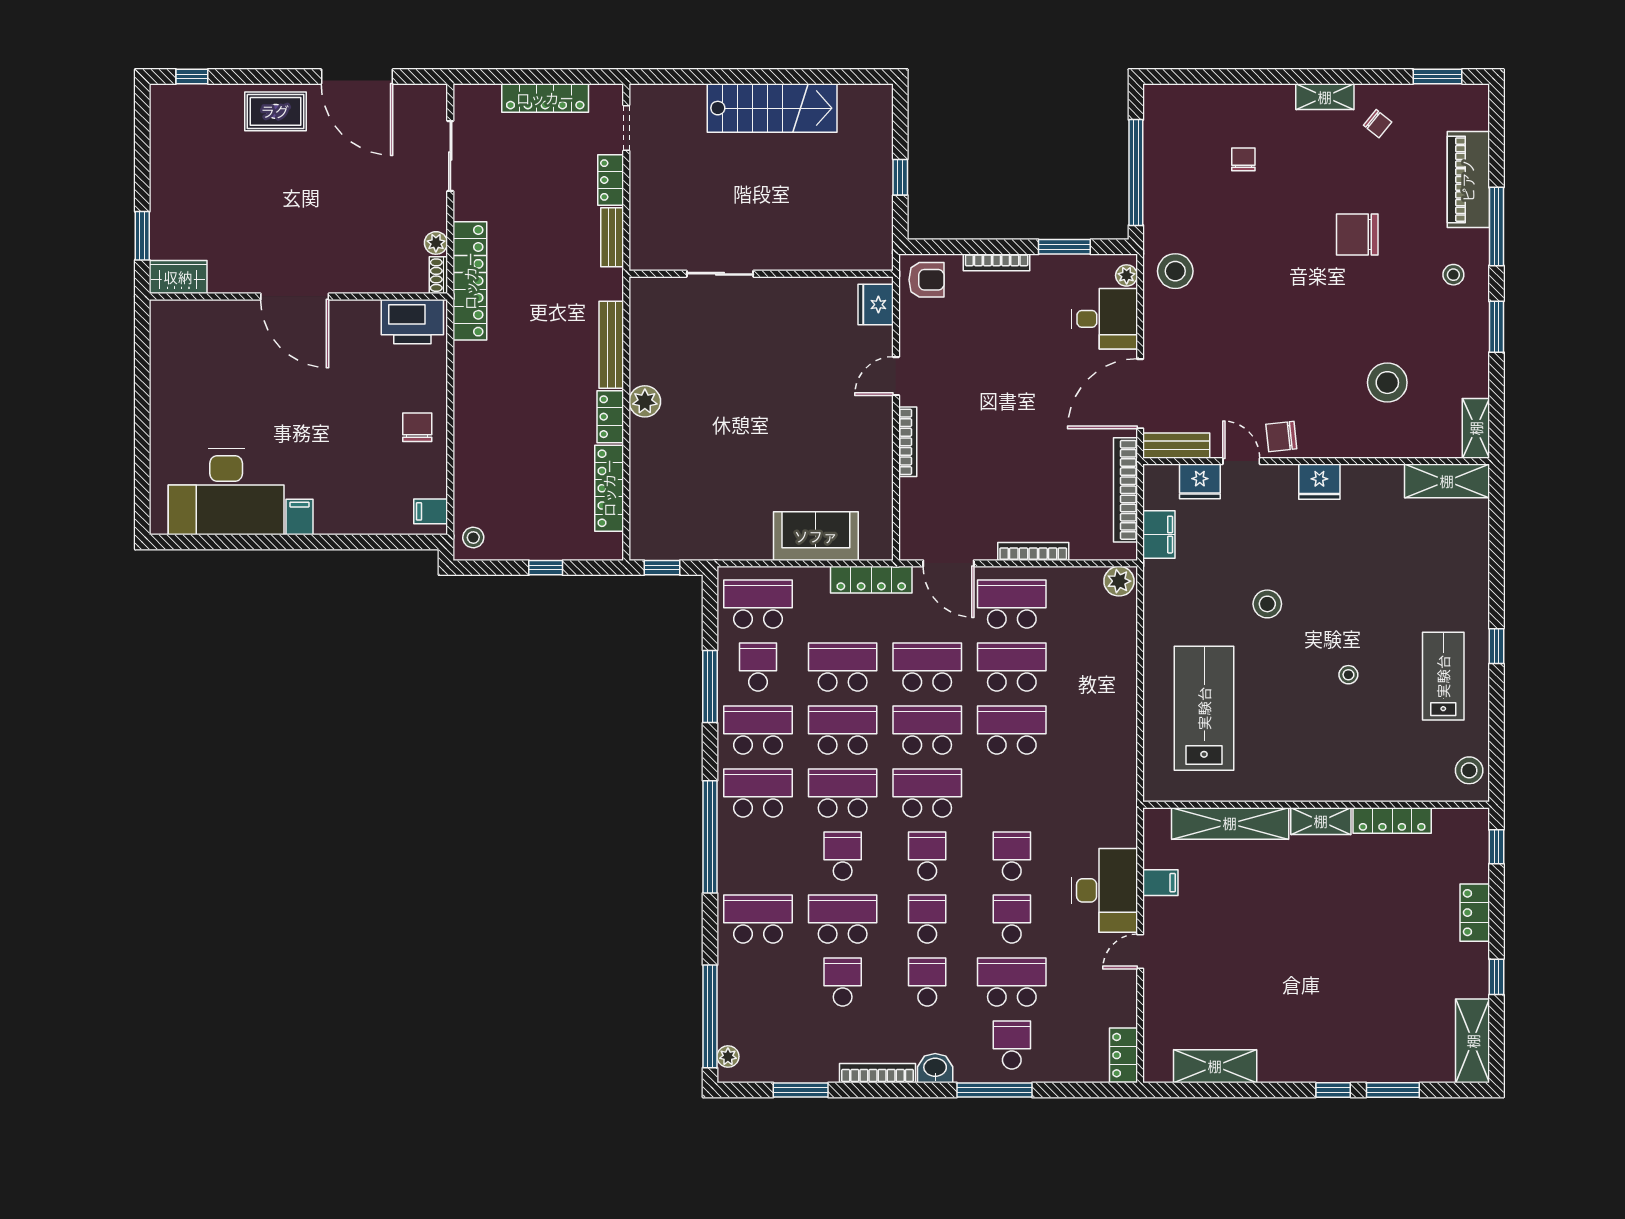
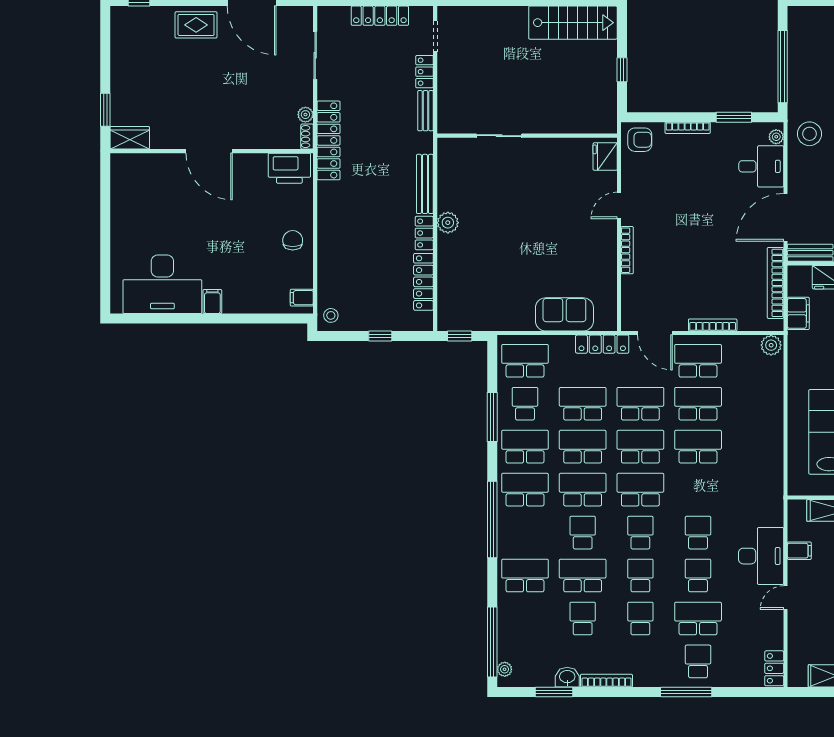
stairs: (772, 108) -> (573, 23), moved
washbasin: (935, 1068) -> (567, 677), moved

